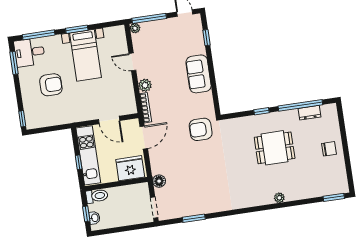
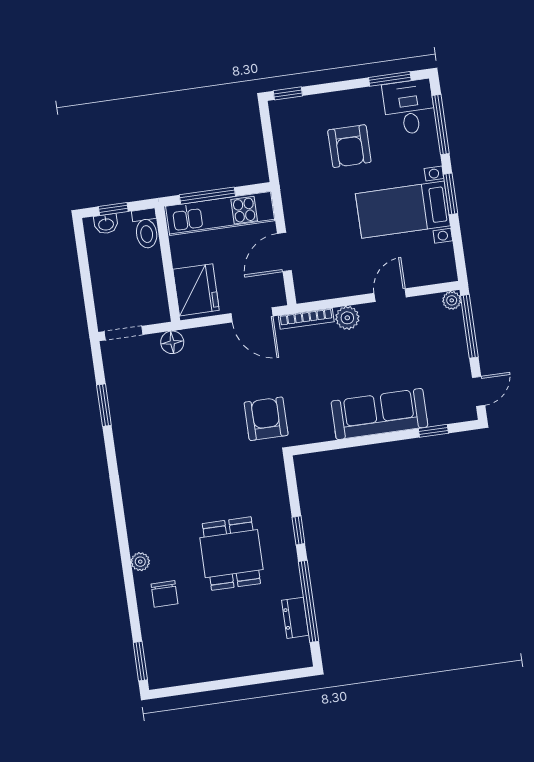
sofa: (199, 74) -> (379, 414), width x1.36
chair: (329, 149) -> (165, 594), moved
window: (79, 162) -> (207, 196), width x2.17

